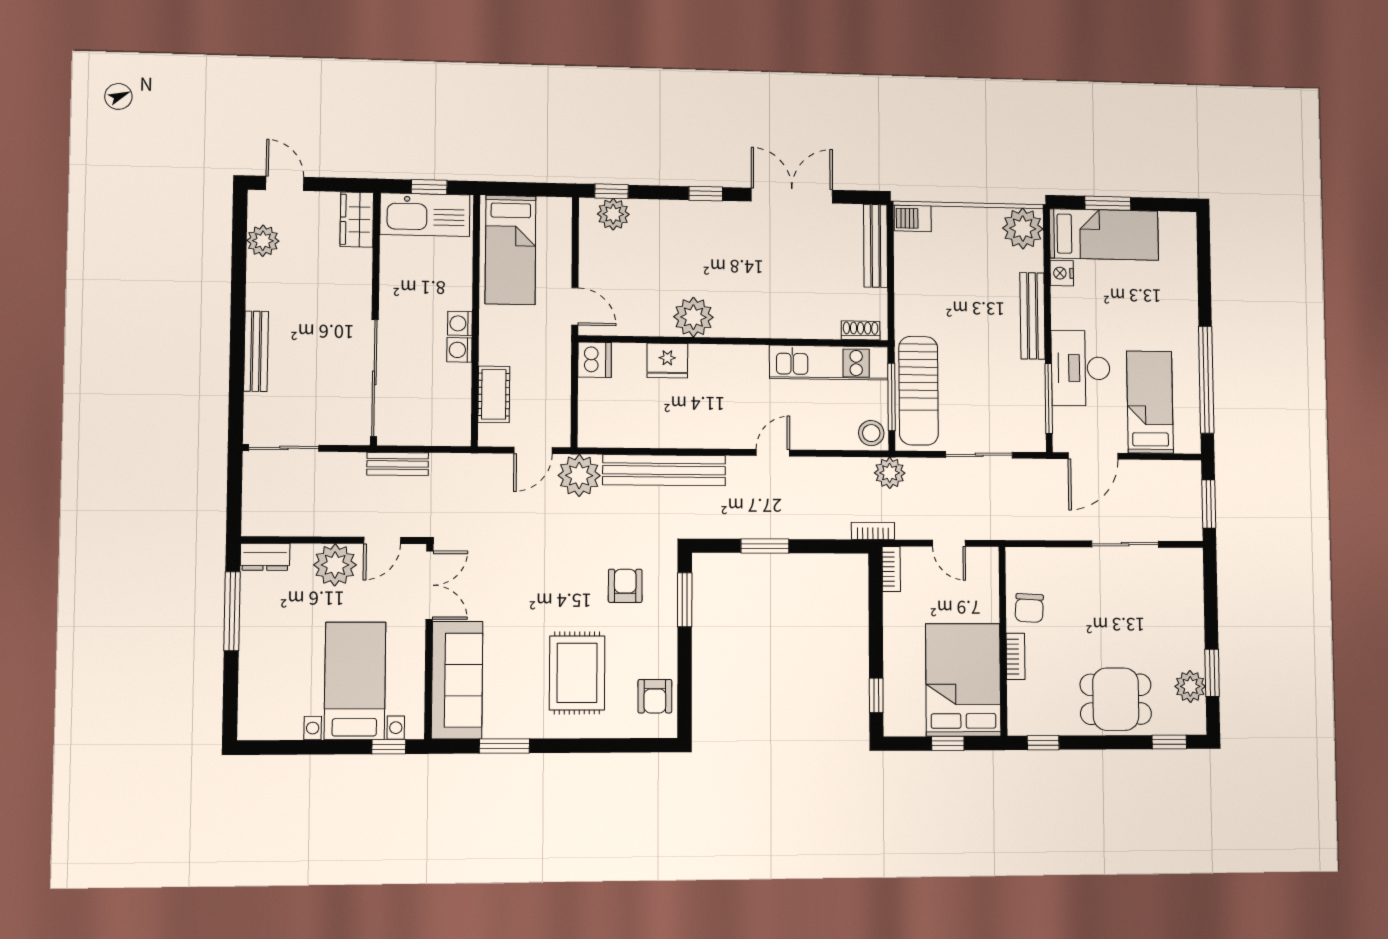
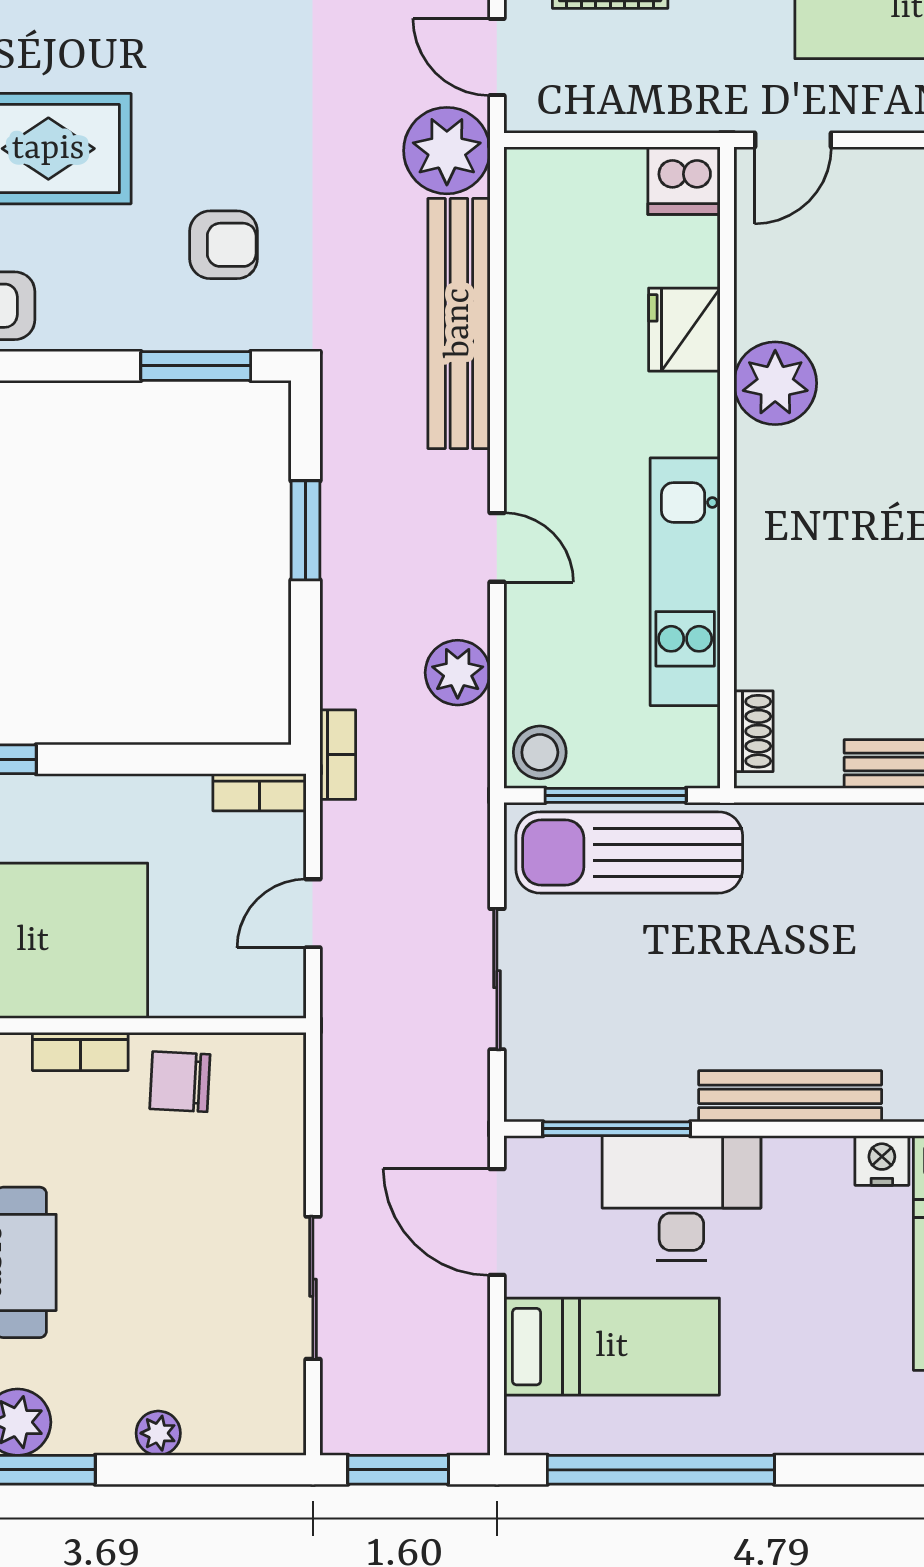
kitchen unit: (829, 363) -> (685, 582), moved
plant: (890, 473) -> (458, 673), moved
plant: (1194, 619) -> (158, 1433), added

